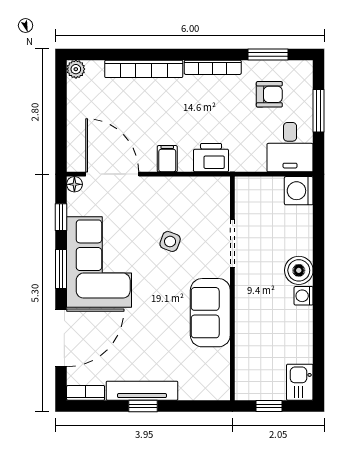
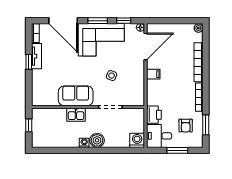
printer: (211, 158) -> (154, 115), moved
kitchen sink: (300, 382) -> (76, 115), moved, turned 180
tv unit: (142, 391) -> (36, 56), width x0.71

